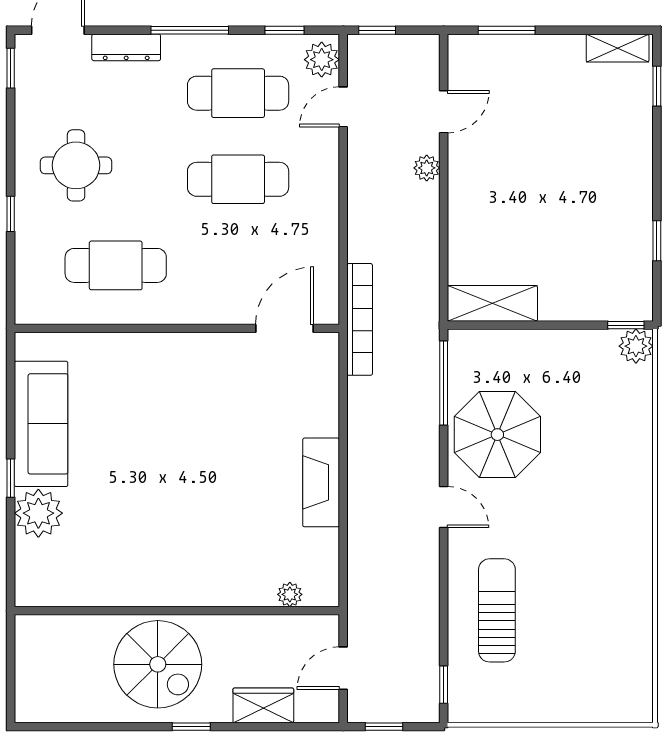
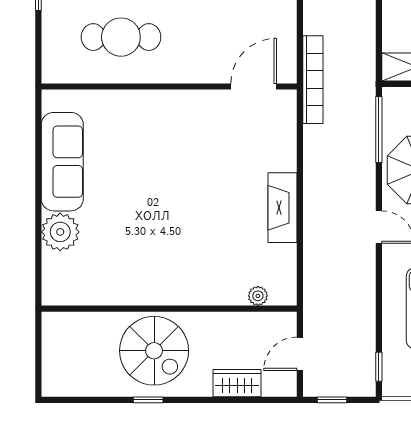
window: (11, 478) -> (38, 204), removed
window: (191, 727) -> (148, 400), moved

